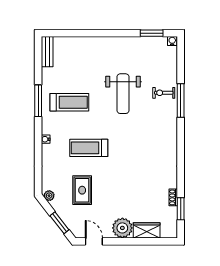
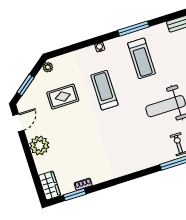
wardrobe: (147, 230) -> (50, 185), moved

